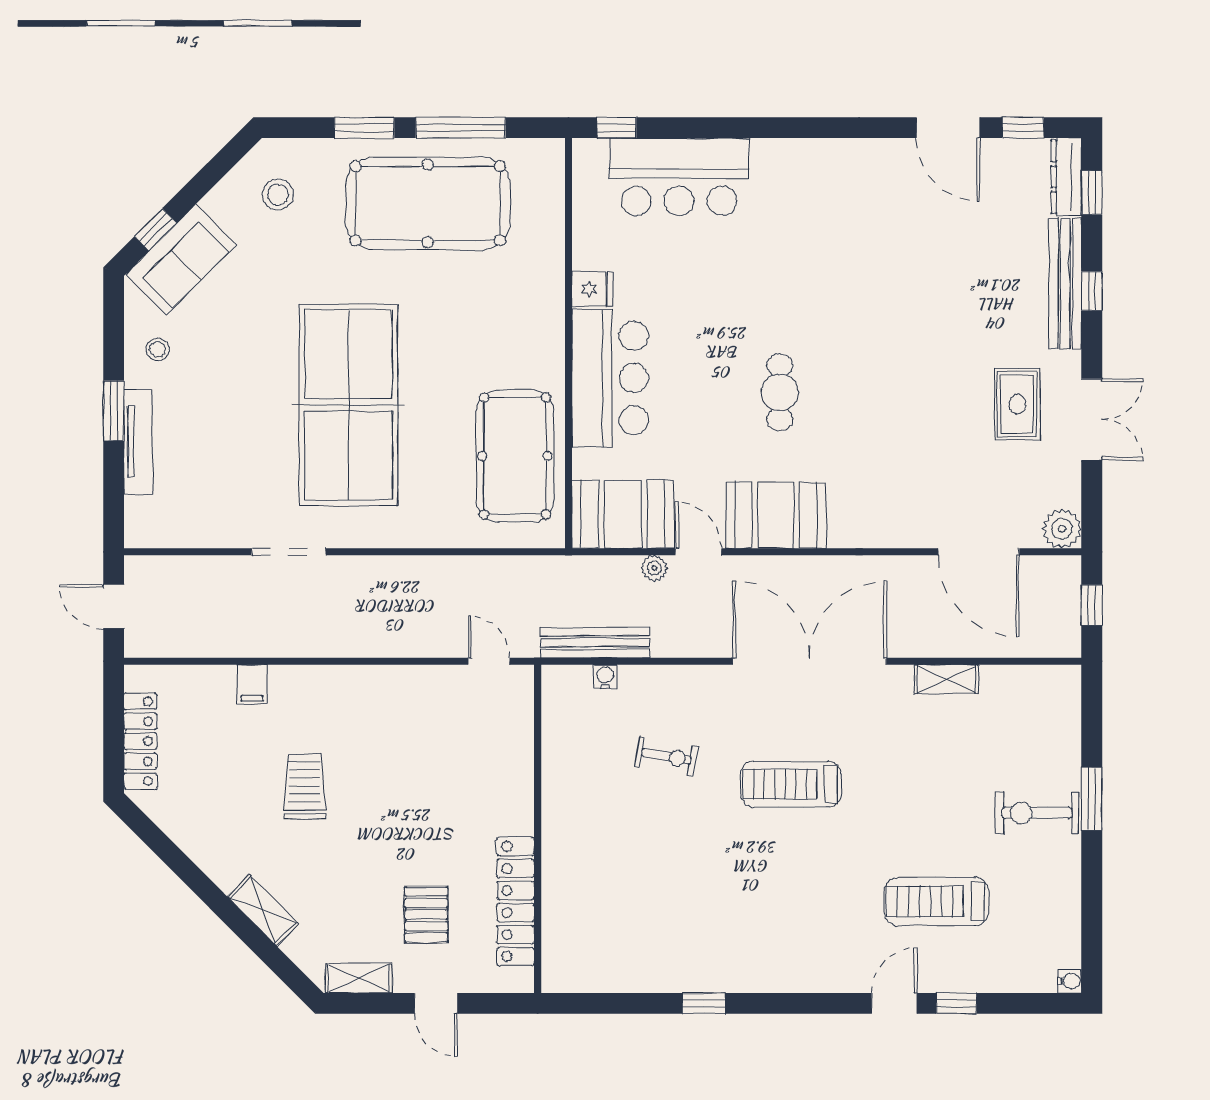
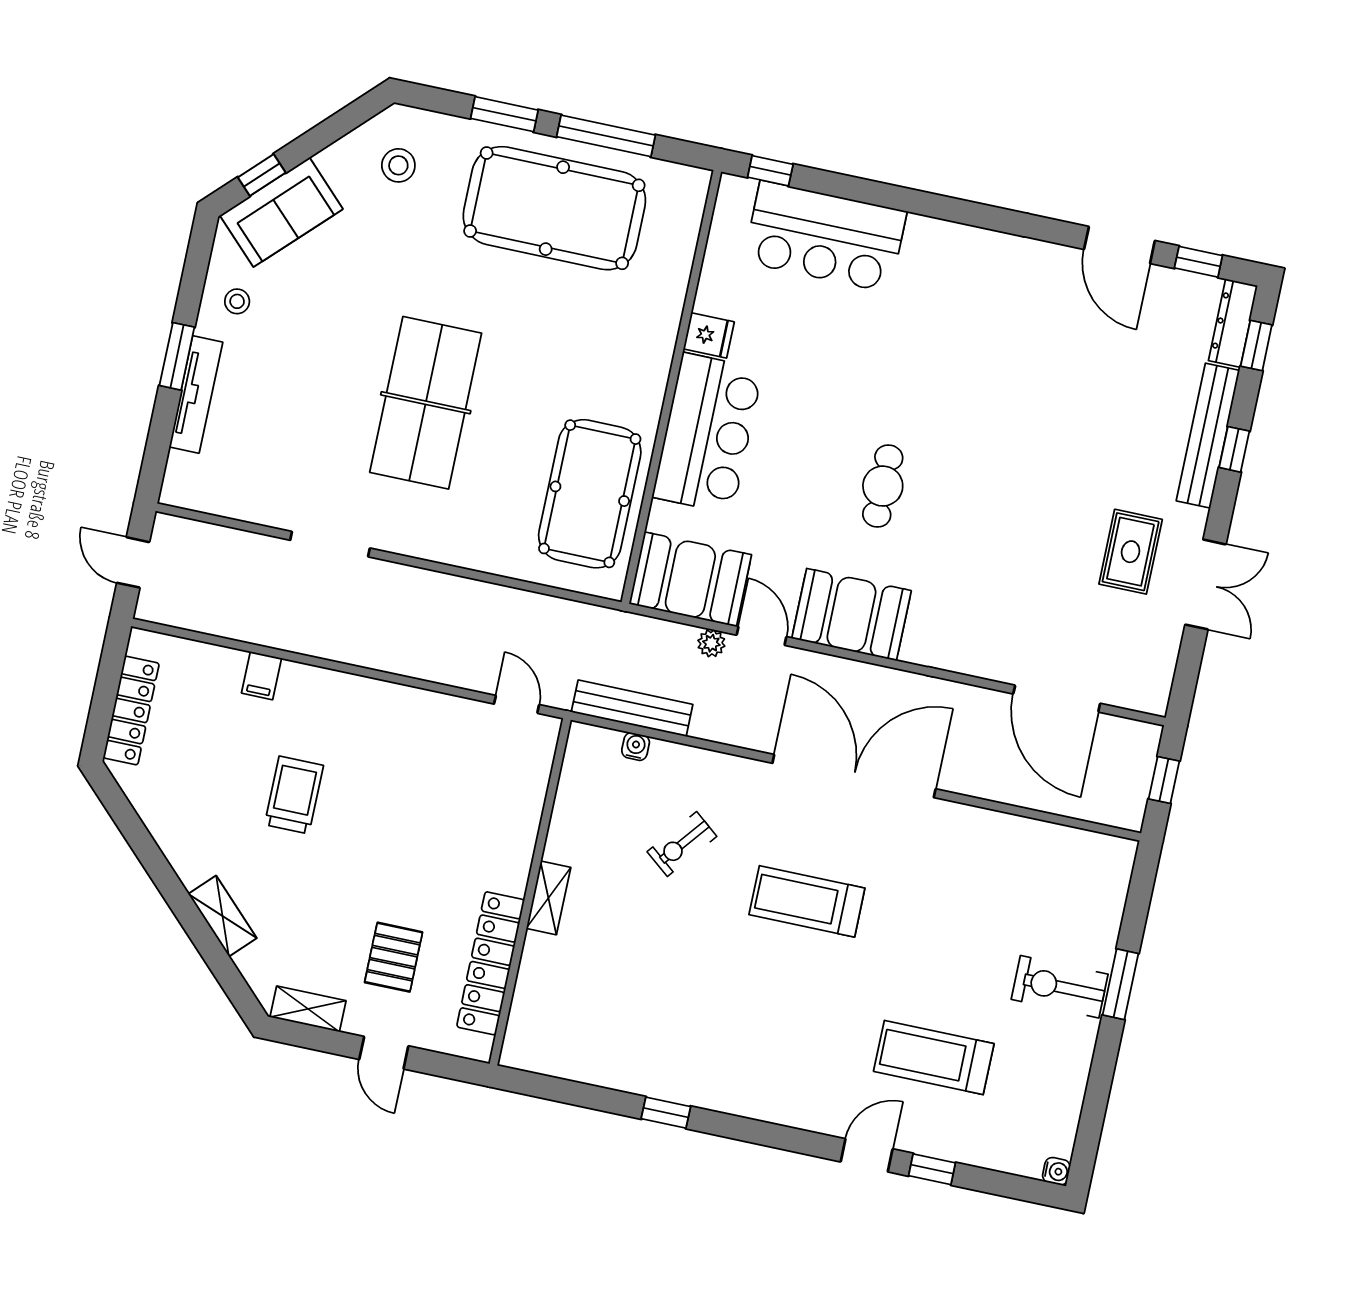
table tennis table: (348, 405) -> (426, 403), width x0.73, depth x0.76
plant: (1062, 529) -> (1150, 693), removed
shelving: (946, 679) -> (548, 898), moved, turned 90
exercise bike: (666, 756) -> (682, 844), turned 119

